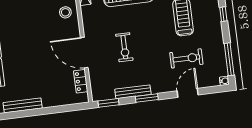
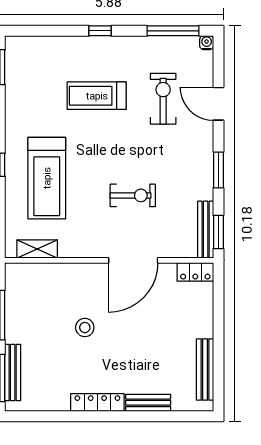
stool: (65, 12) -> (85, 328), moved
locker: (81, 81) -> (195, 272), moved
bench: (133, 92) -> (206, 230), moved

